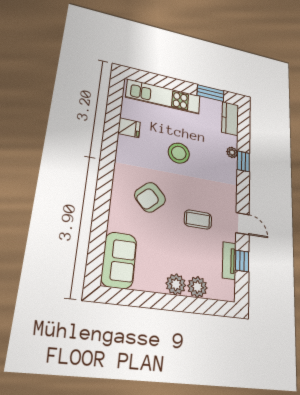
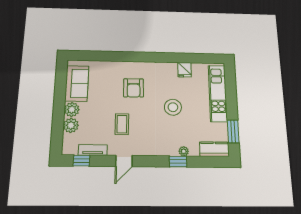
armchair: (150, 197) -> (134, 88), turned -138
sofa: (119, 260) -> (77, 83), moved, turned -90
window: (242, 261) -> (81, 161), moved

